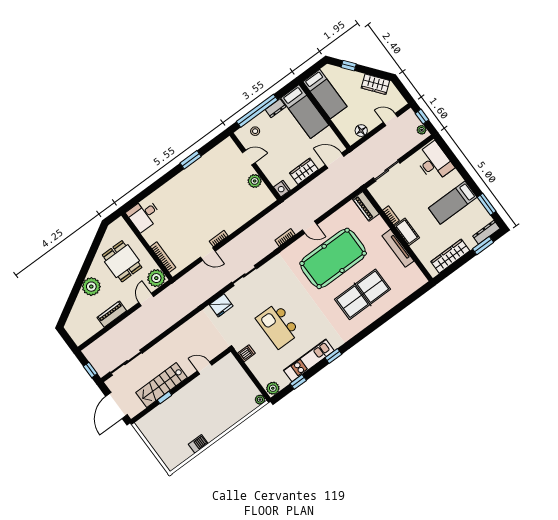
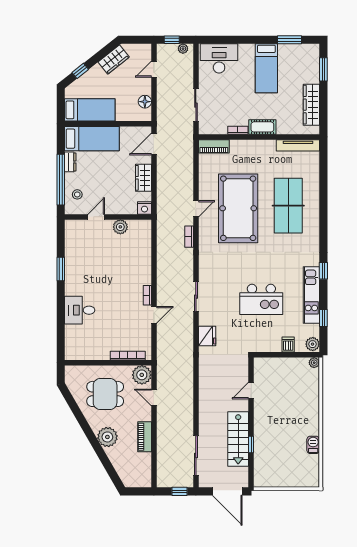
desk: (144, 215) -> (80, 310), moved, turned 90
dresser: (486, 232) -> (314, 58), removed
tv unit: (398, 248) -> (298, 145), moved
dishwasher: (247, 353) -> (288, 345), moved

